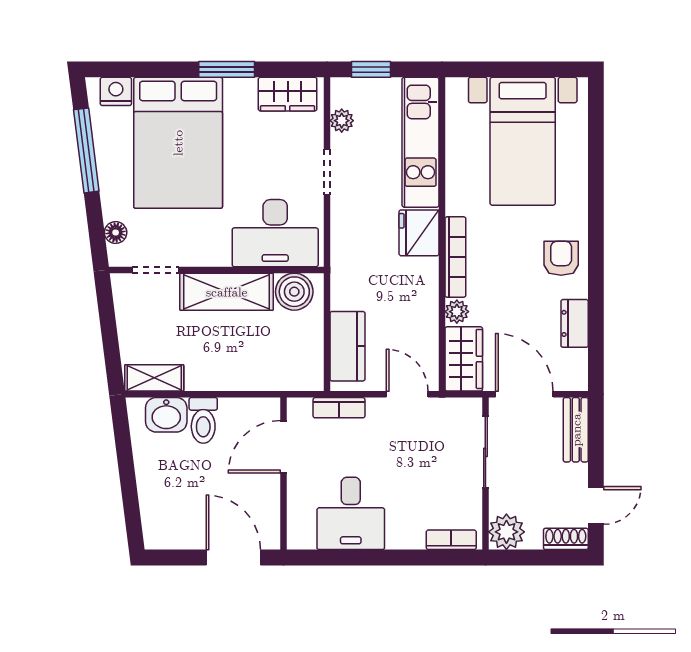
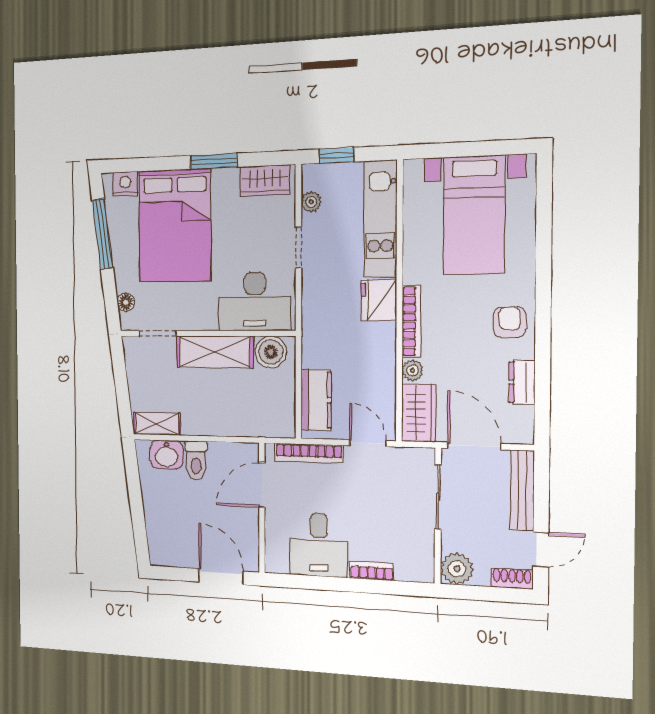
bookcase: (339, 408) -> (309, 453), width x1.56
bench: (576, 430) -> (522, 490), width x1.36
bookcase: (451, 540) -> (372, 571), moved

